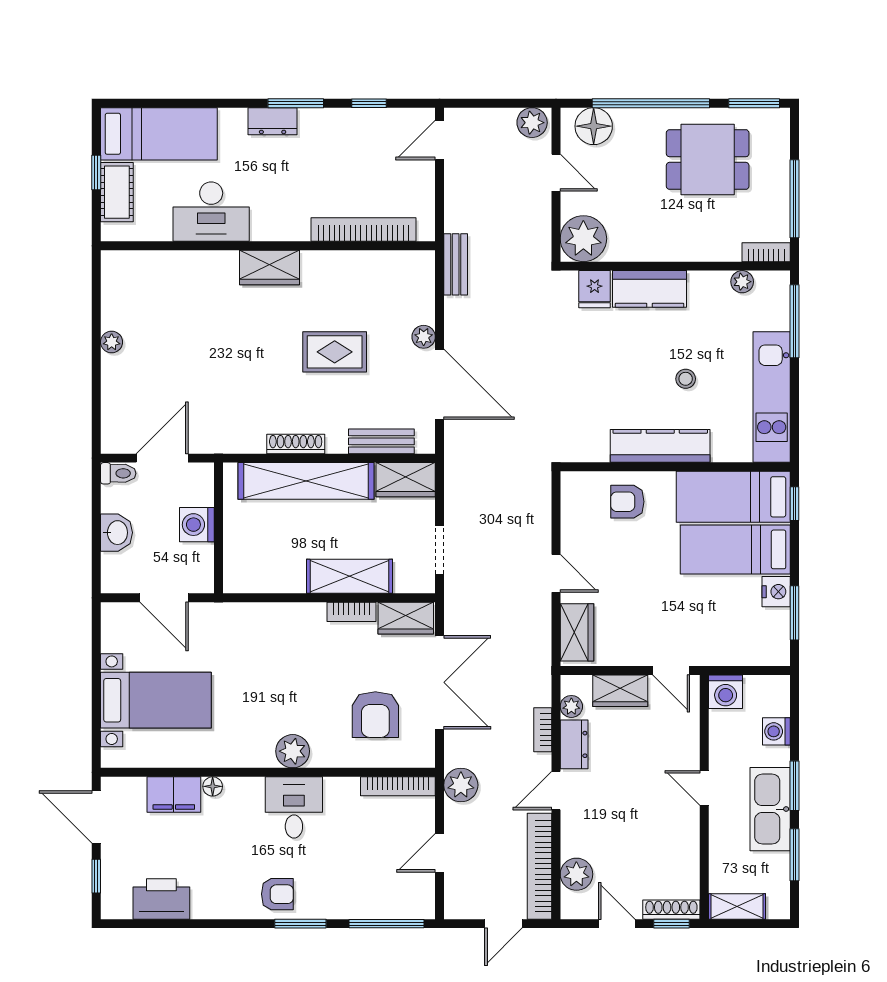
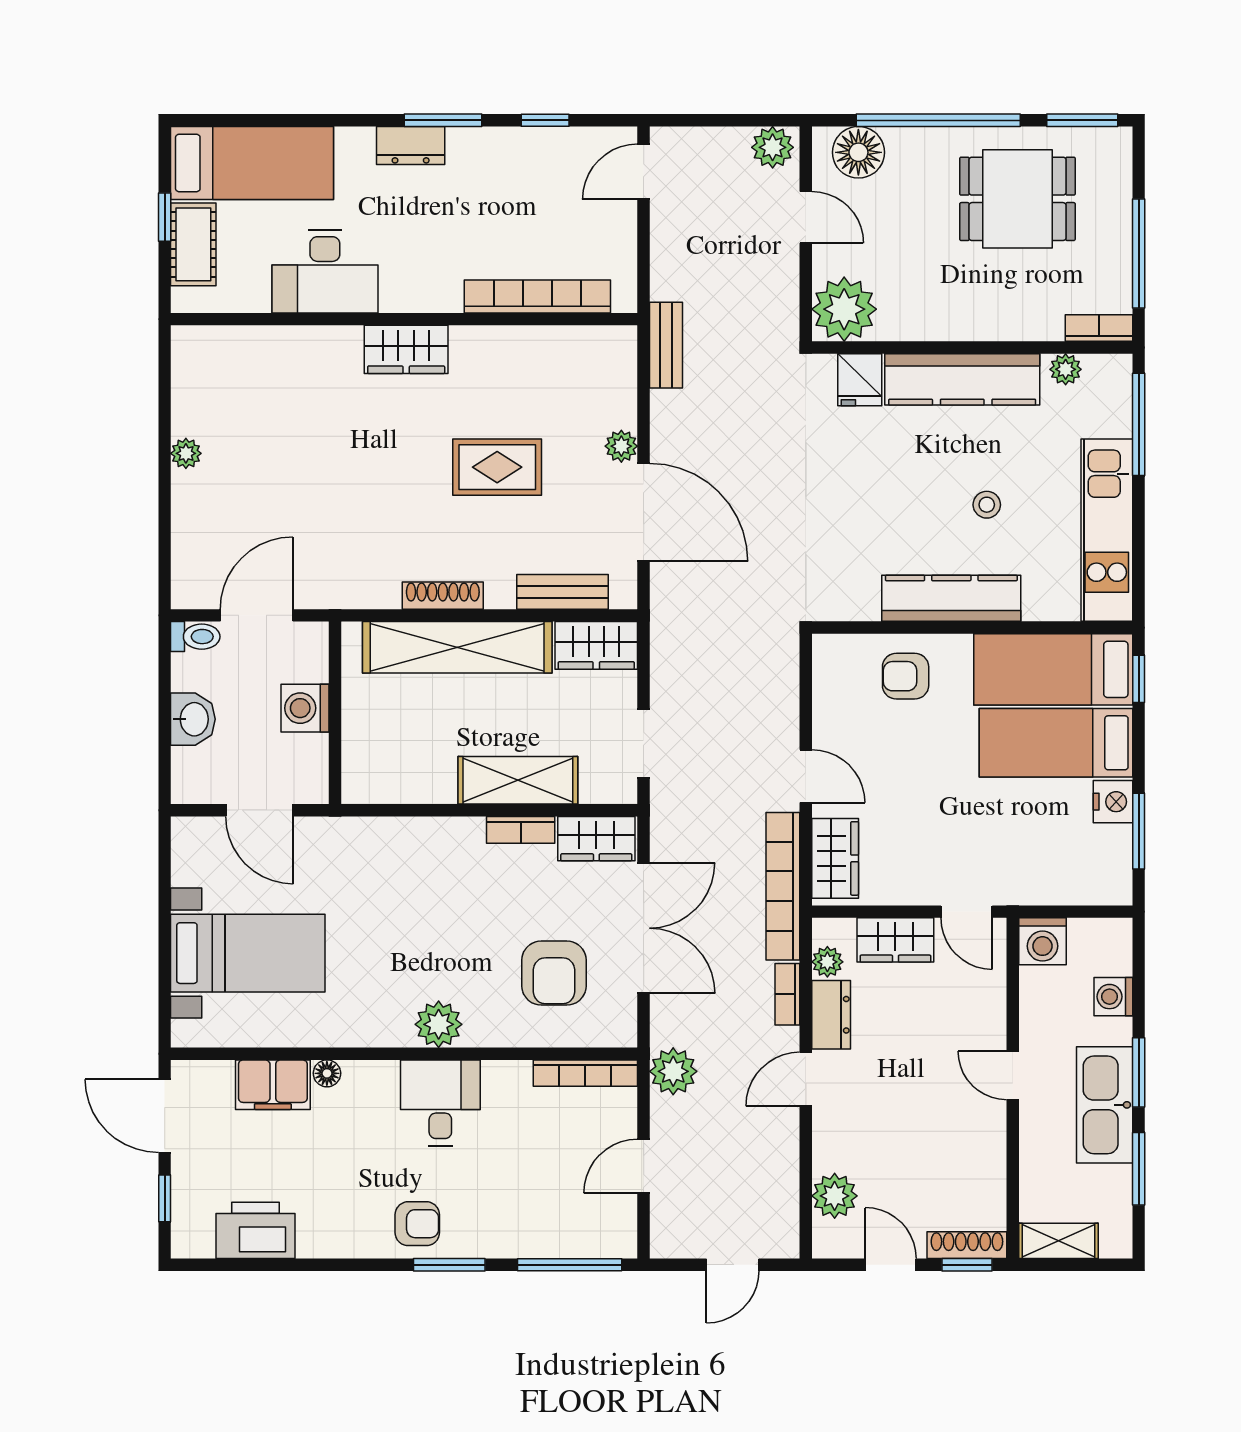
kitchen counter: (650, 289) -> (962, 379), width x1.50
bookcase: (540, 866) -> (783, 886), moved

